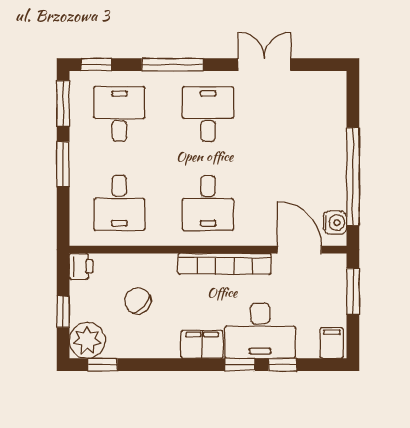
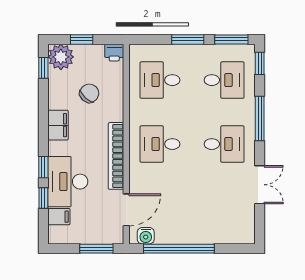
filing cabinet: (332, 343) -> (59, 217), moved
filing cabinet: (202, 344) -> (58, 125), moved

